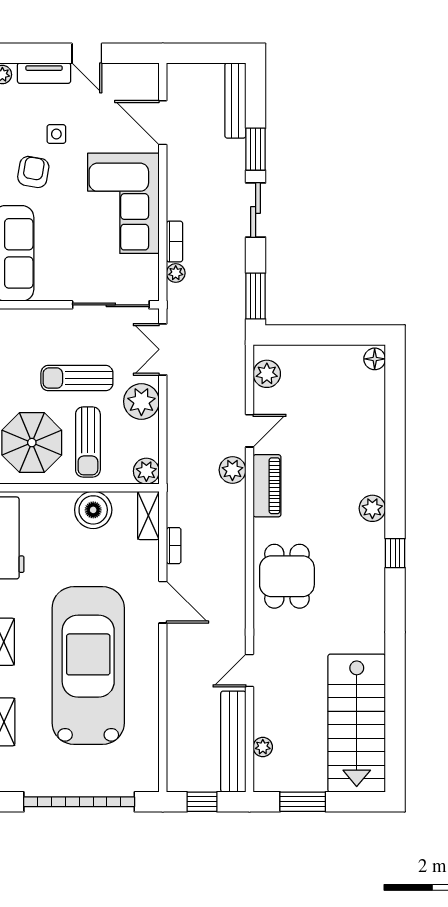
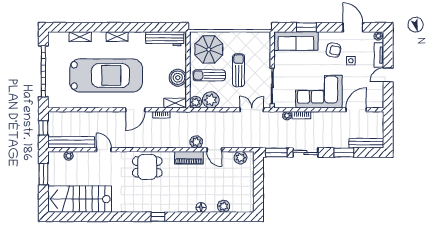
sliding door: (256, 210) -> (305, 152), moved
floor lamp: (375, 359) -> (201, 207), moved
plant: (141, 401) -> (211, 100), moved
plant: (372, 508) -> (224, 206), moved

